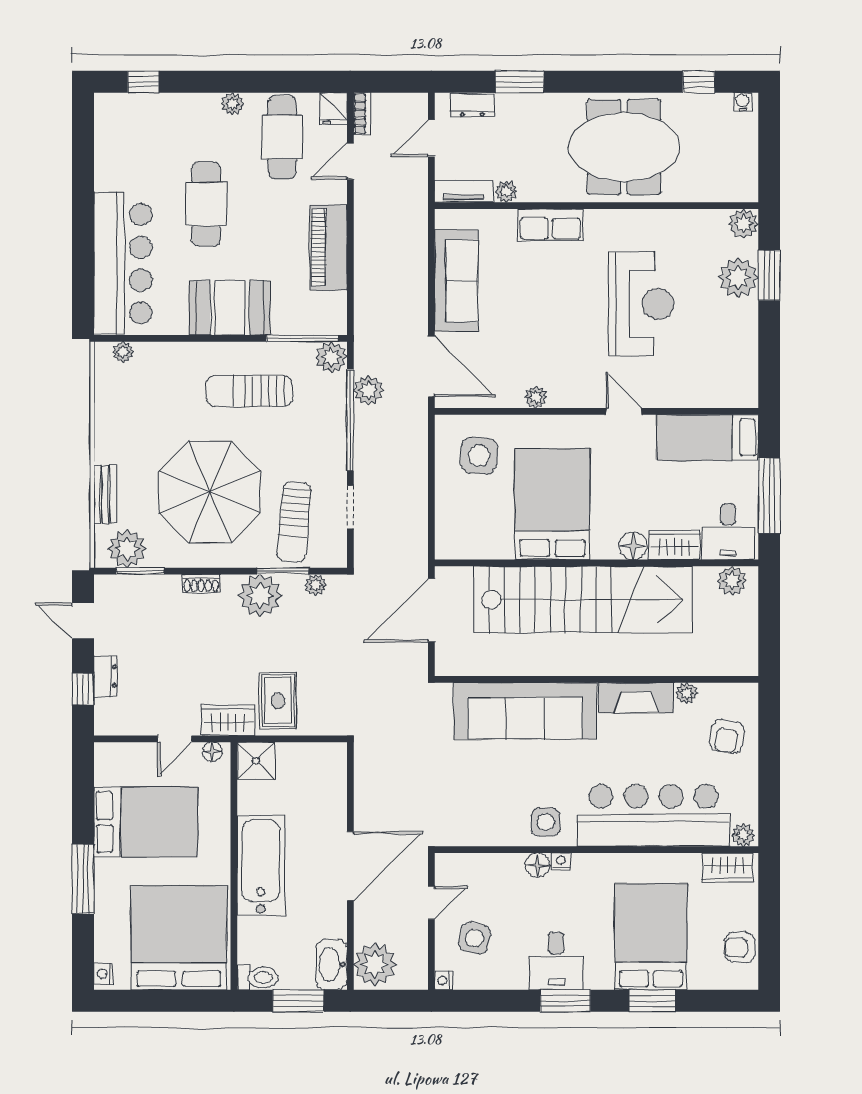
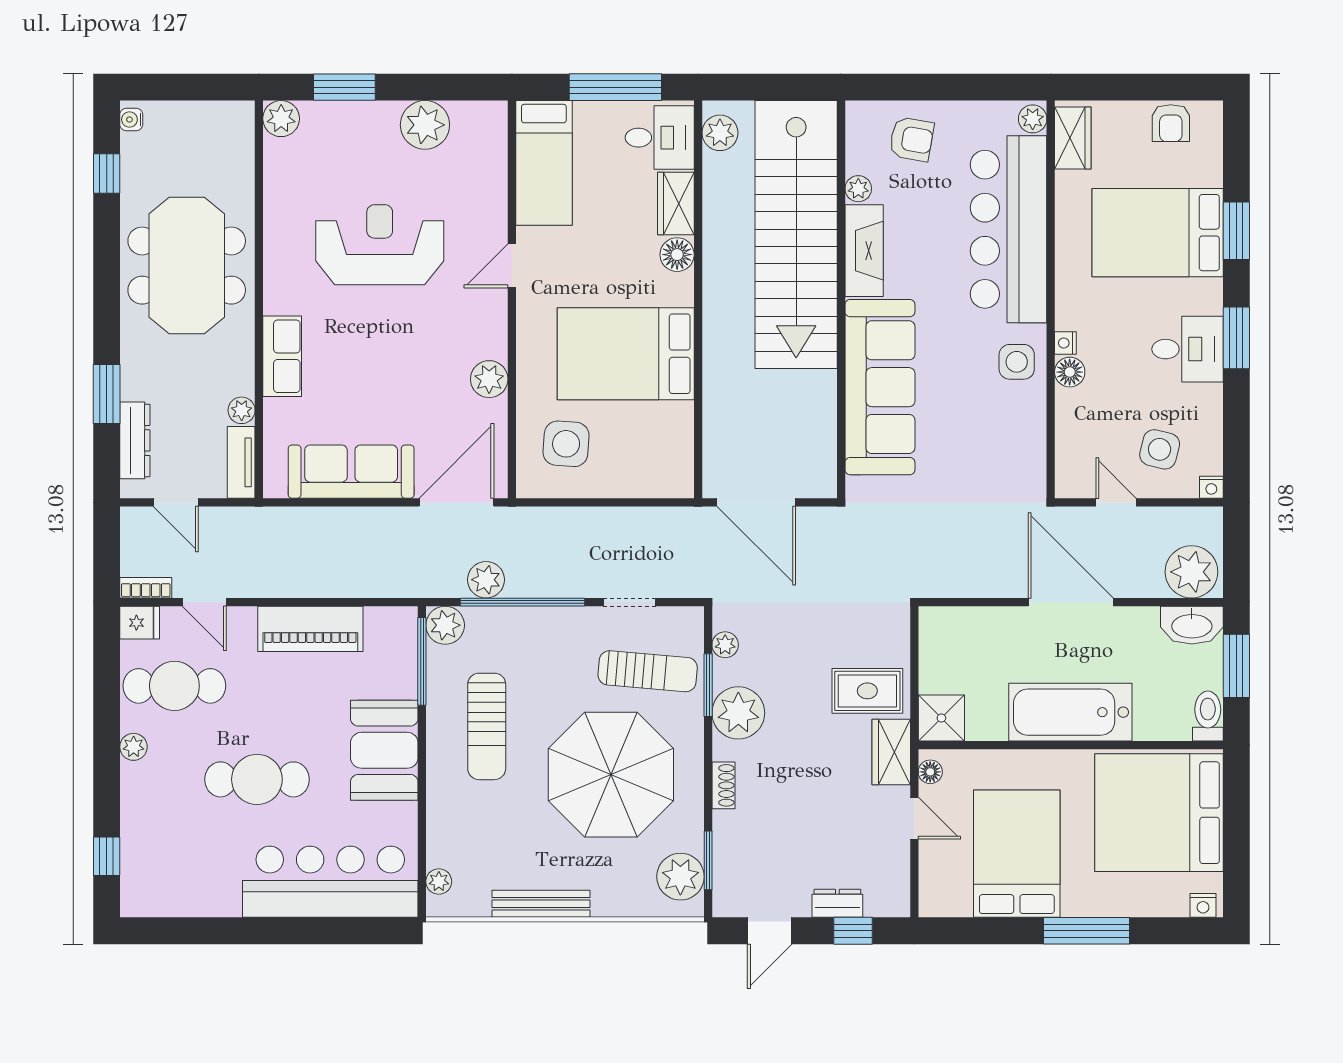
dresser: (472, 105) -> (135, 440), width x1.44
plant: (738, 278) -> (425, 125), moved
plant: (536, 397) -> (489, 379), width x1.38, depth x1.38
bench: (105, 494) -> (541, 904), moved, width x1.36
stairs: (583, 599) -> (796, 234), moved, turned 180

